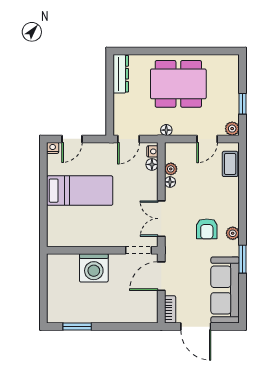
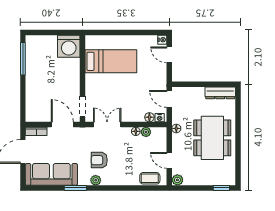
window: (243, 104) -> (221, 188), moved
bed: (80, 191) -> (111, 61), moved, turned -90
washing machine: (94, 268) -> (69, 46), moved, turned -90
window: (77, 327) -> (23, 59), width x1.44

